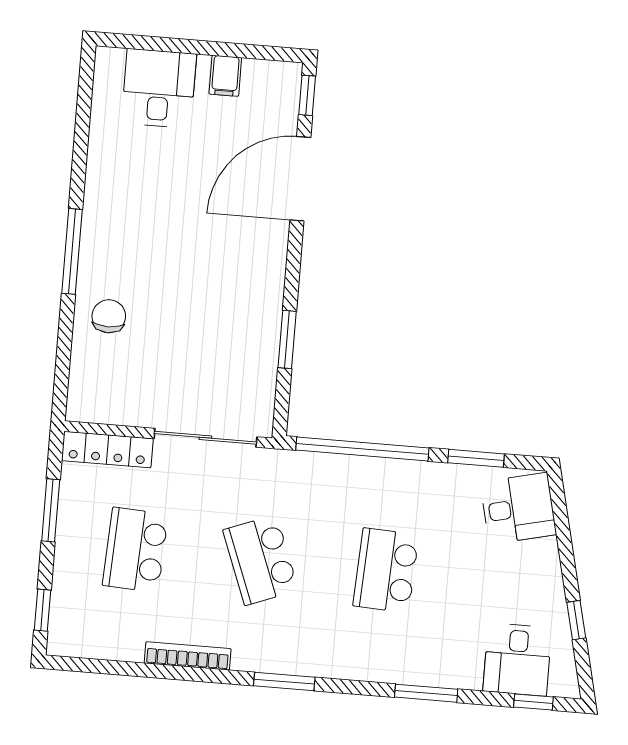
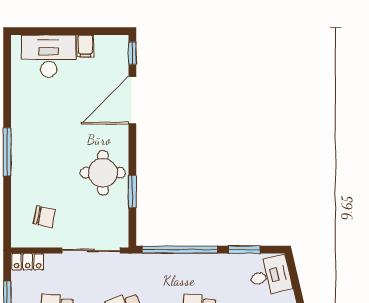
desk: (159, 88) -> (49, 56), width x1.37
round table: (238, 302) -> (103, 173), added
chair: (109, 316) -> (44, 217), moved, turned 101
locker: (107, 450) -> (28, 262), width x0.66

